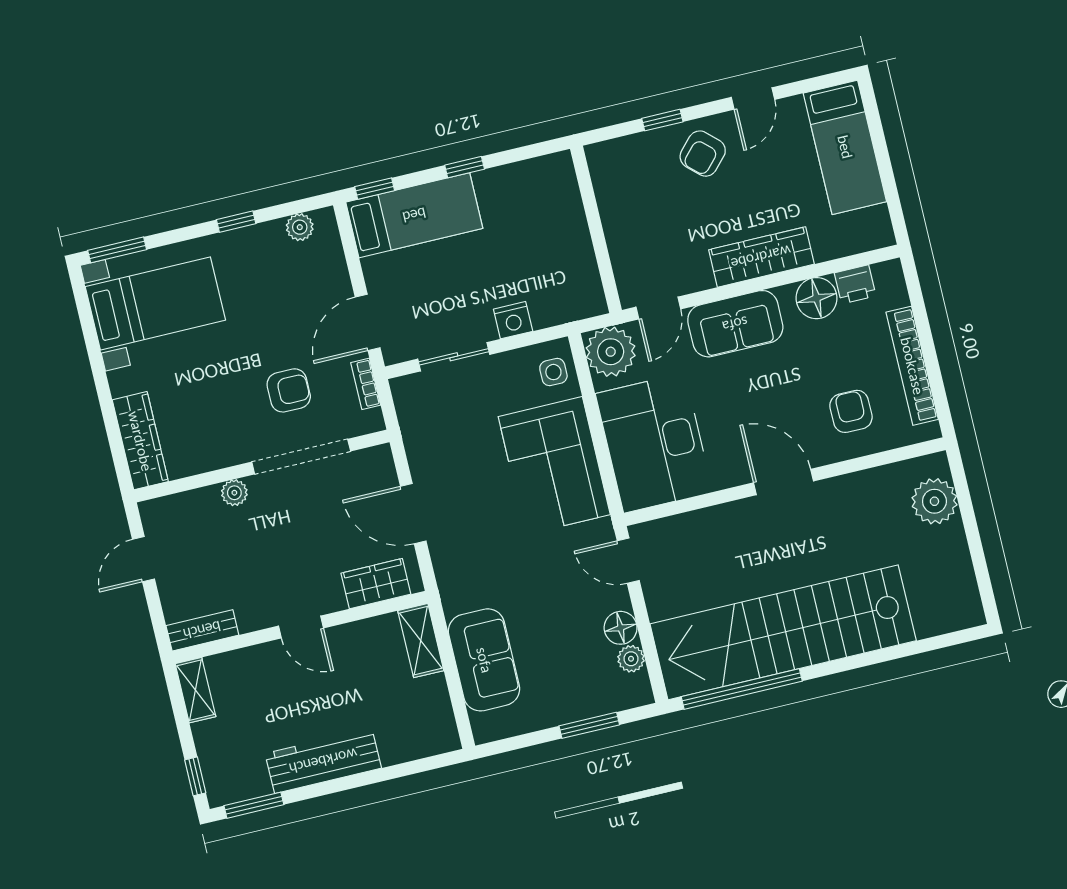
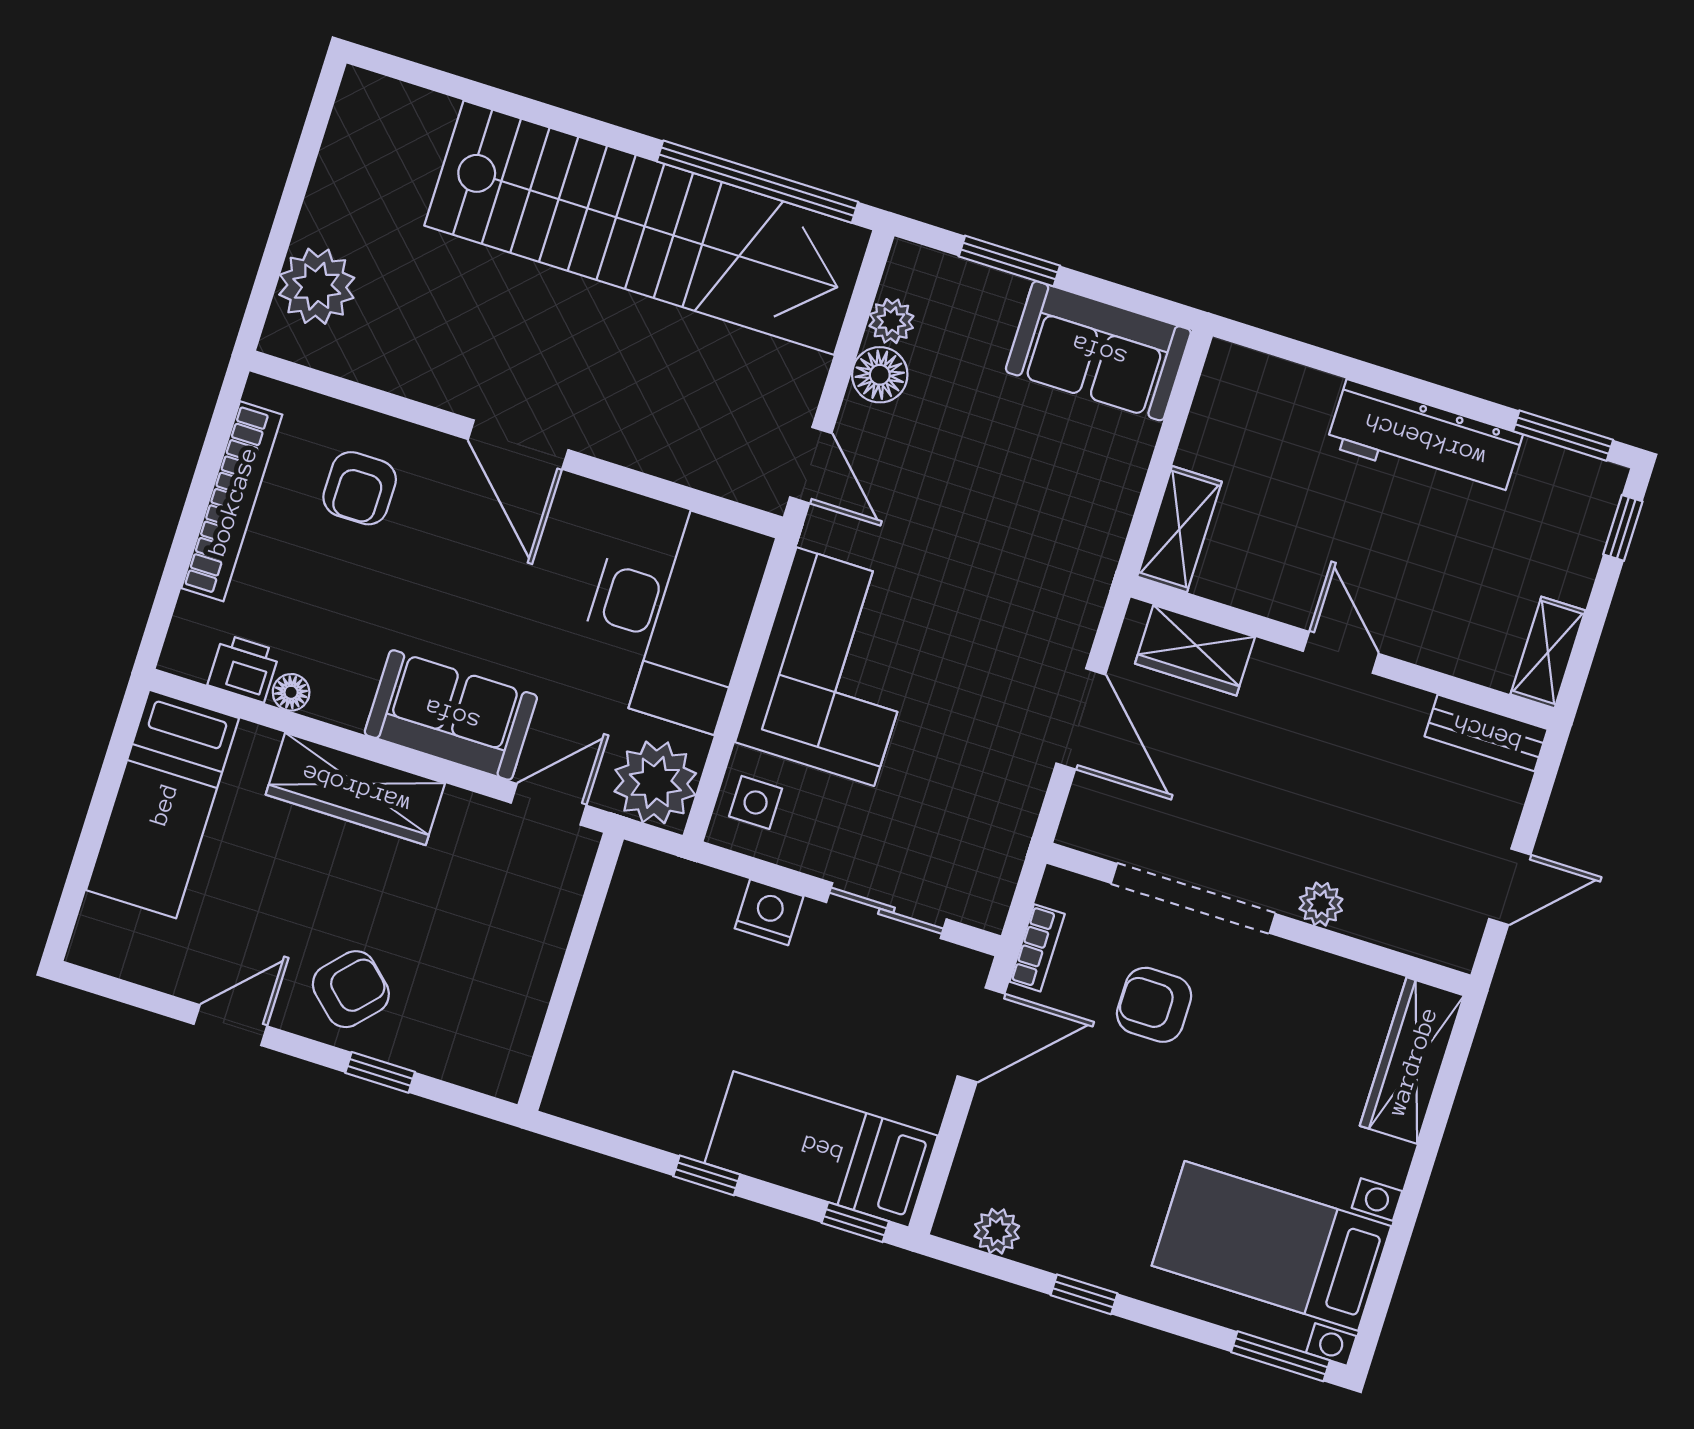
bed: (845, 147) -> (163, 804), moved, turned 180
floor lamp: (817, 298) -> (291, 692), width x0.53, depth x0.53
sofa: (484, 660) -> (1098, 351), moved, turned -90

